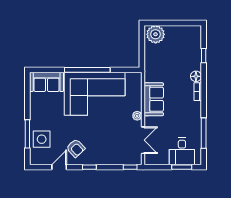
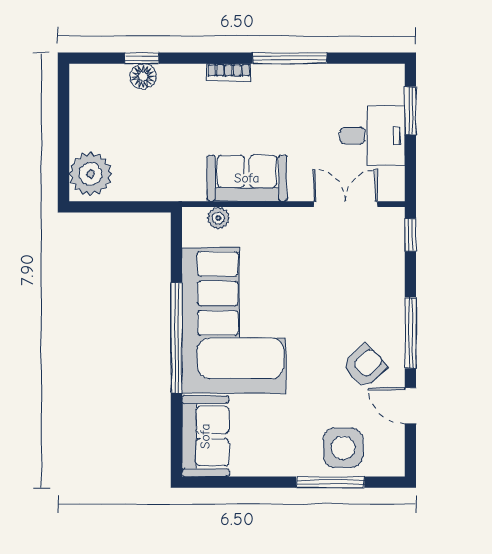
floor lamp: (196, 76) -> (143, 76), moved
plant: (137, 116) -> (218, 218), moved
window: (204, 133) -> (290, 58), moved
desk: (182, 151) -> (373, 136), moved
window: (89, 167) -> (410, 333), width x2.17

